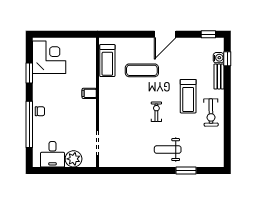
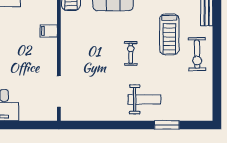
weight bench: (168, 150) -> (144, 99), turned 180
plant: (74, 159) -> (30, 111), removed

